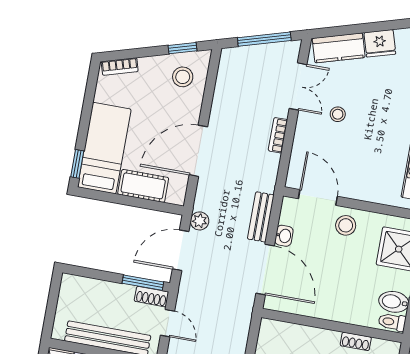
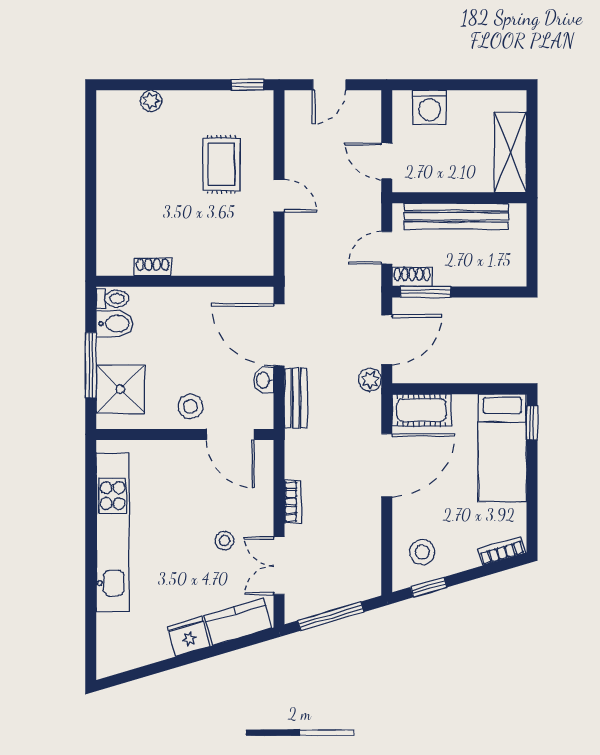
cot: (143, 186) -> (422, 410), moved
door: (167, 323) -> (387, 248), hinge flipped

